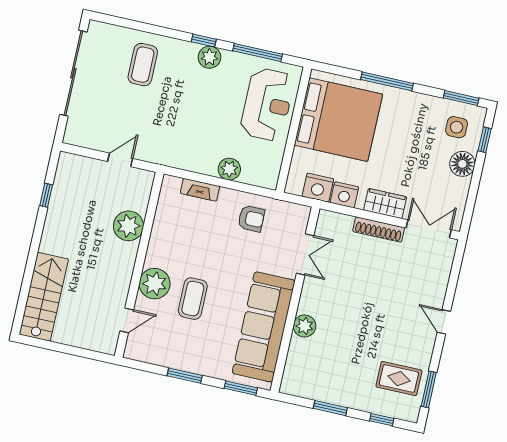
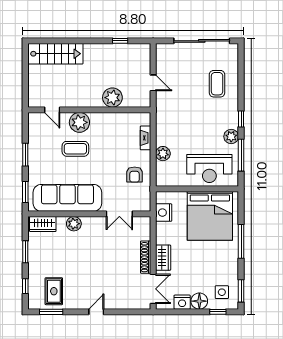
plant: (209, 57) -> (231, 137), moved
coffee table: (143, 65) -> (217, 84), turned 90
nightstand: (344, 195) -> (182, 302), moved, turned -90
wardrobe: (295, 373) -> (43, 224), added

